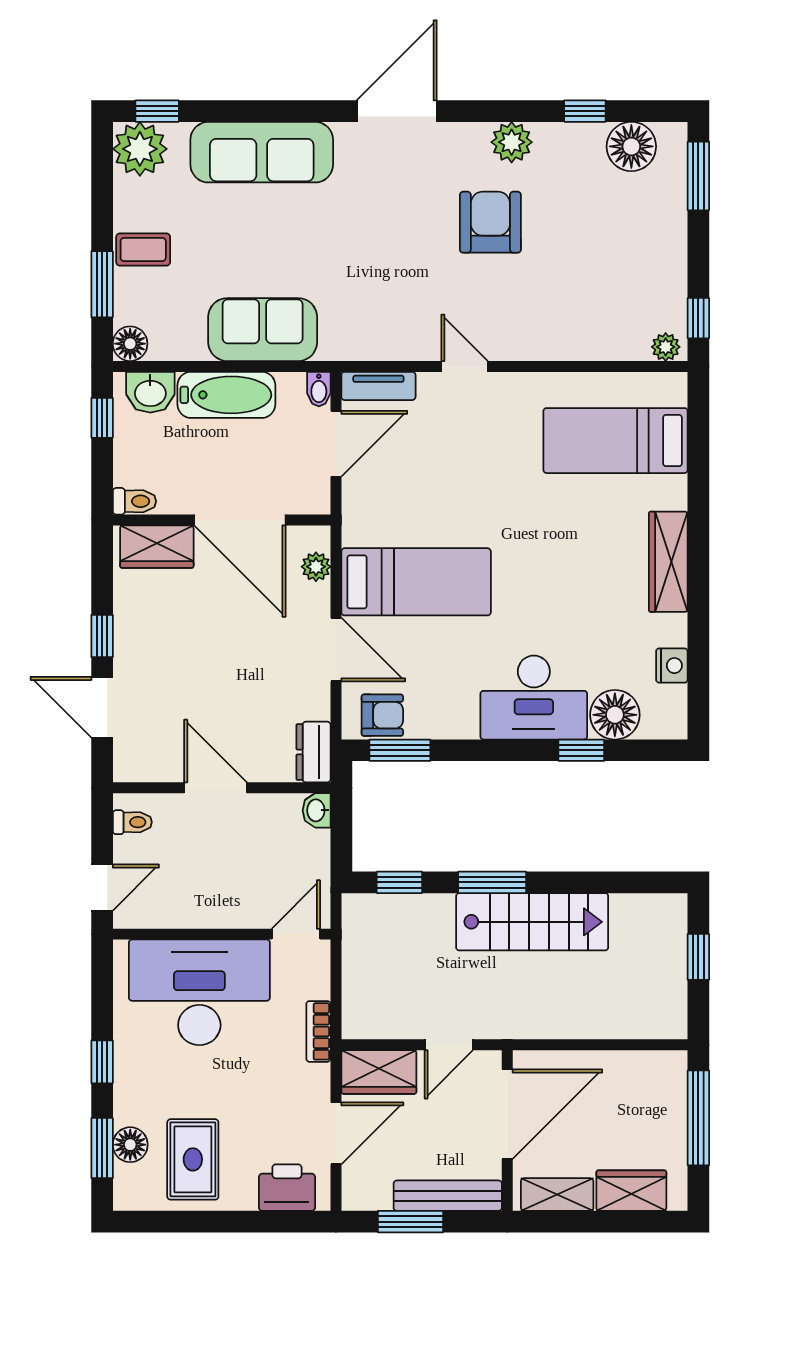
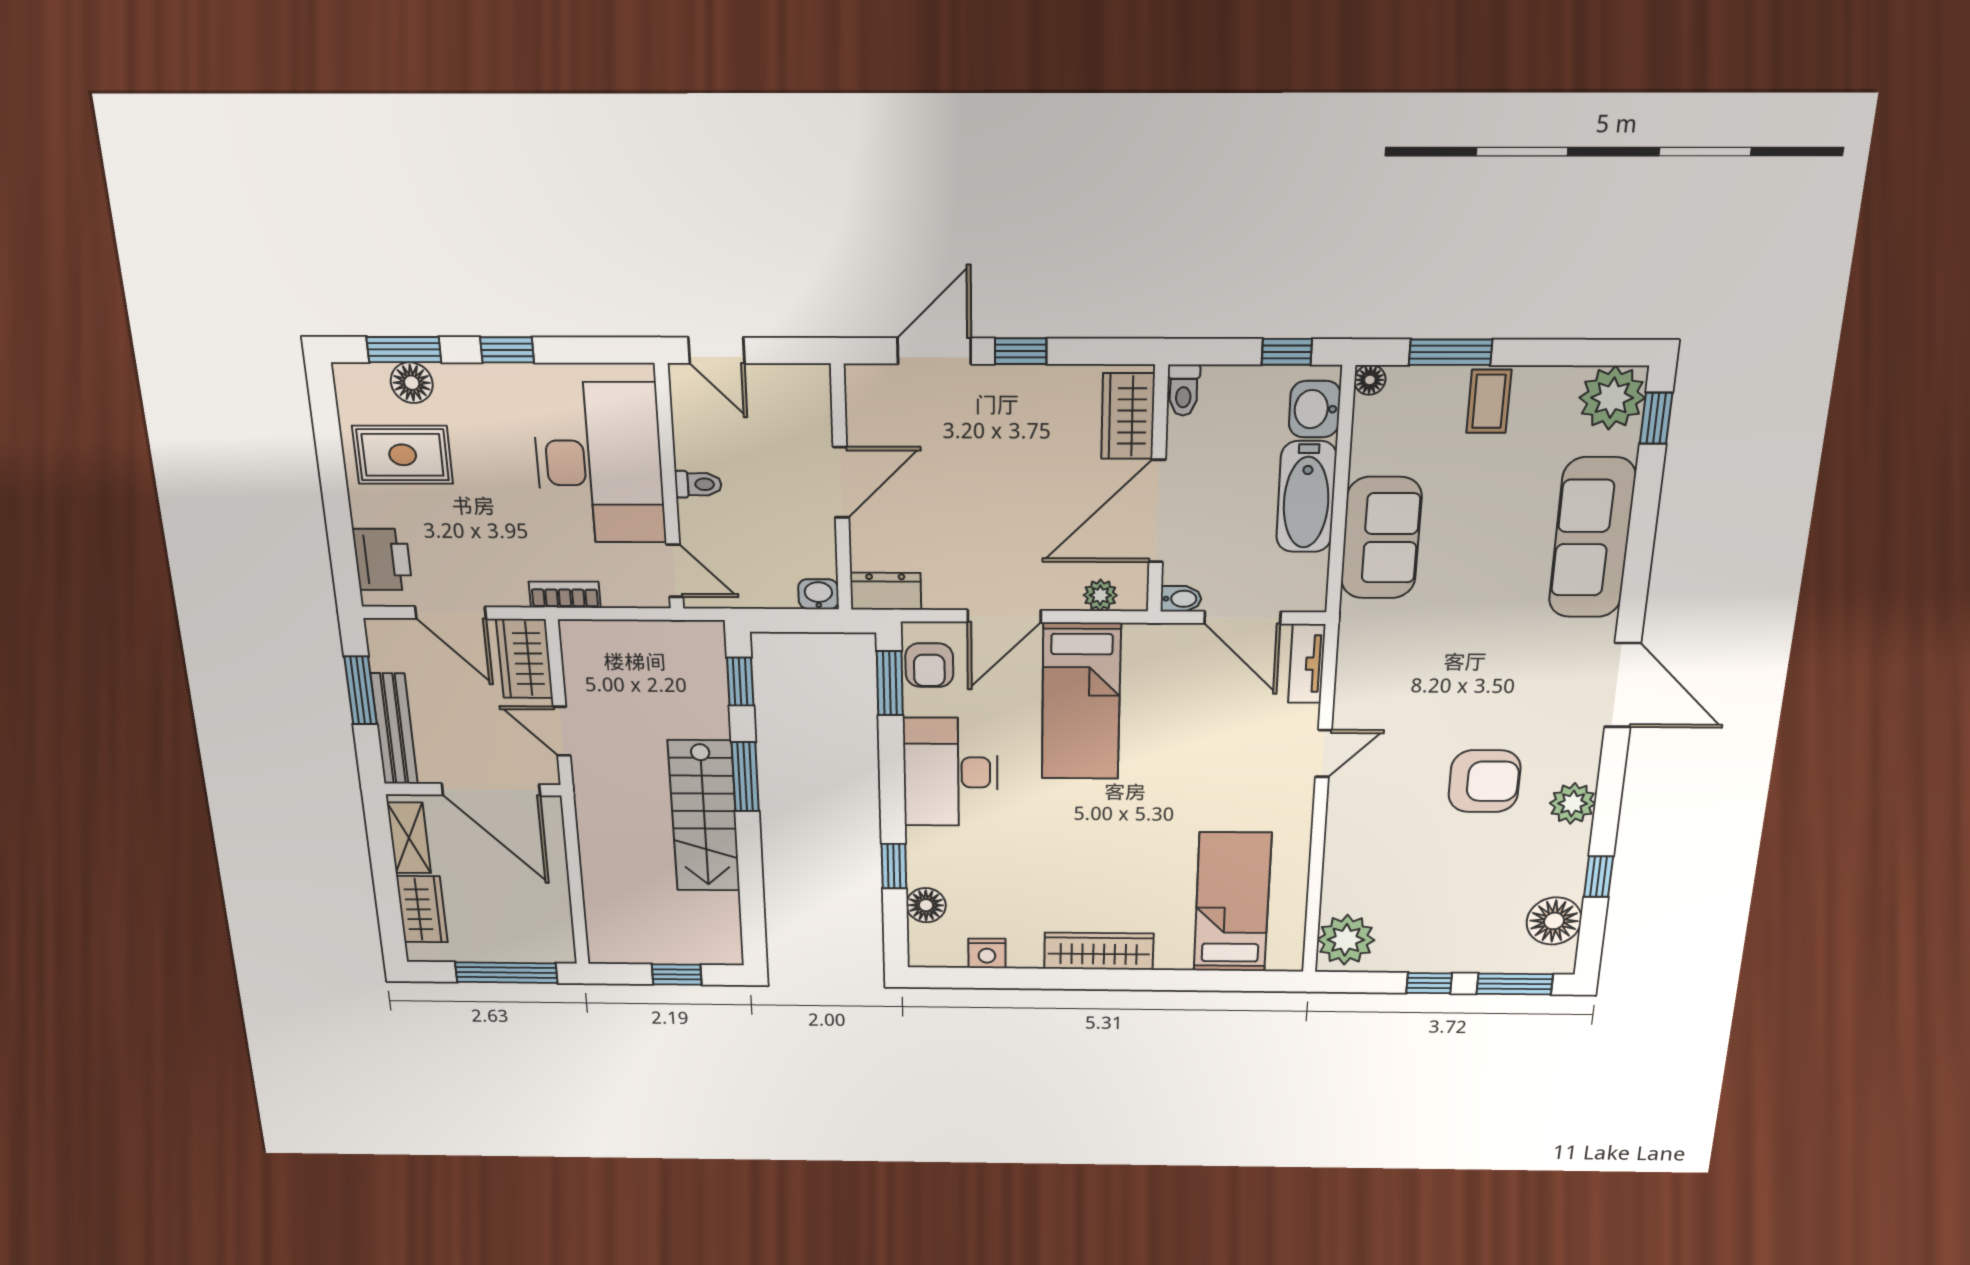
window: (698, 318) -> (1429, 983), moved
floor lamp: (130, 344) -> (1370, 380), width x0.73, depth x0.73
plant: (666, 347) -> (1346, 940), width x1.88, depth x1.88
bidet: (319, 389) -> (1181, 599), moved, turned 180
desk: (534, 698) -> (951, 772), moved
floor lamp: (615, 715) -> (926, 905), width x0.73, depth x0.73
toilet: (132, 822) -> (698, 484), moved, turned -90

